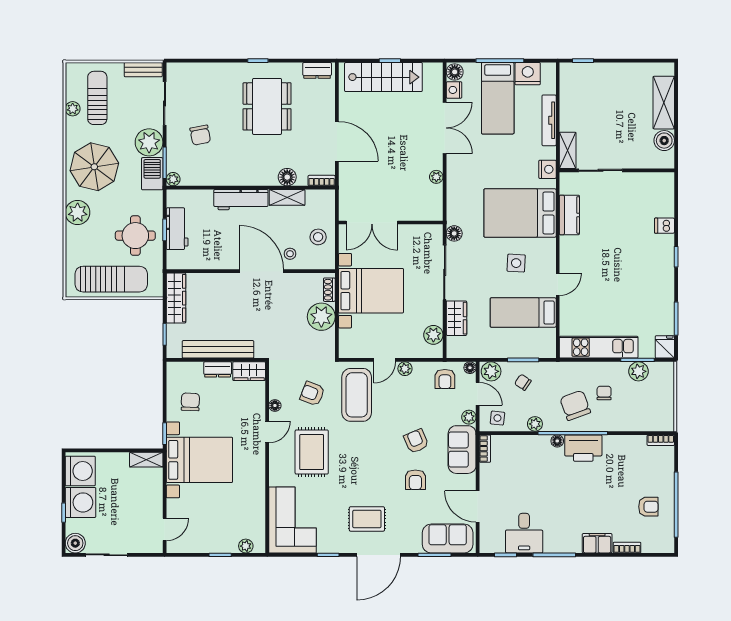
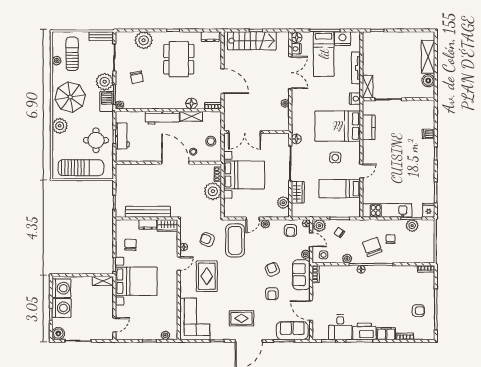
plant: (211, 76) -> (144, 40), added
wardrobe: (176, 298) -> (122, 180), removed
printer: (583, 448) -> (364, 331), moved, turned 180

